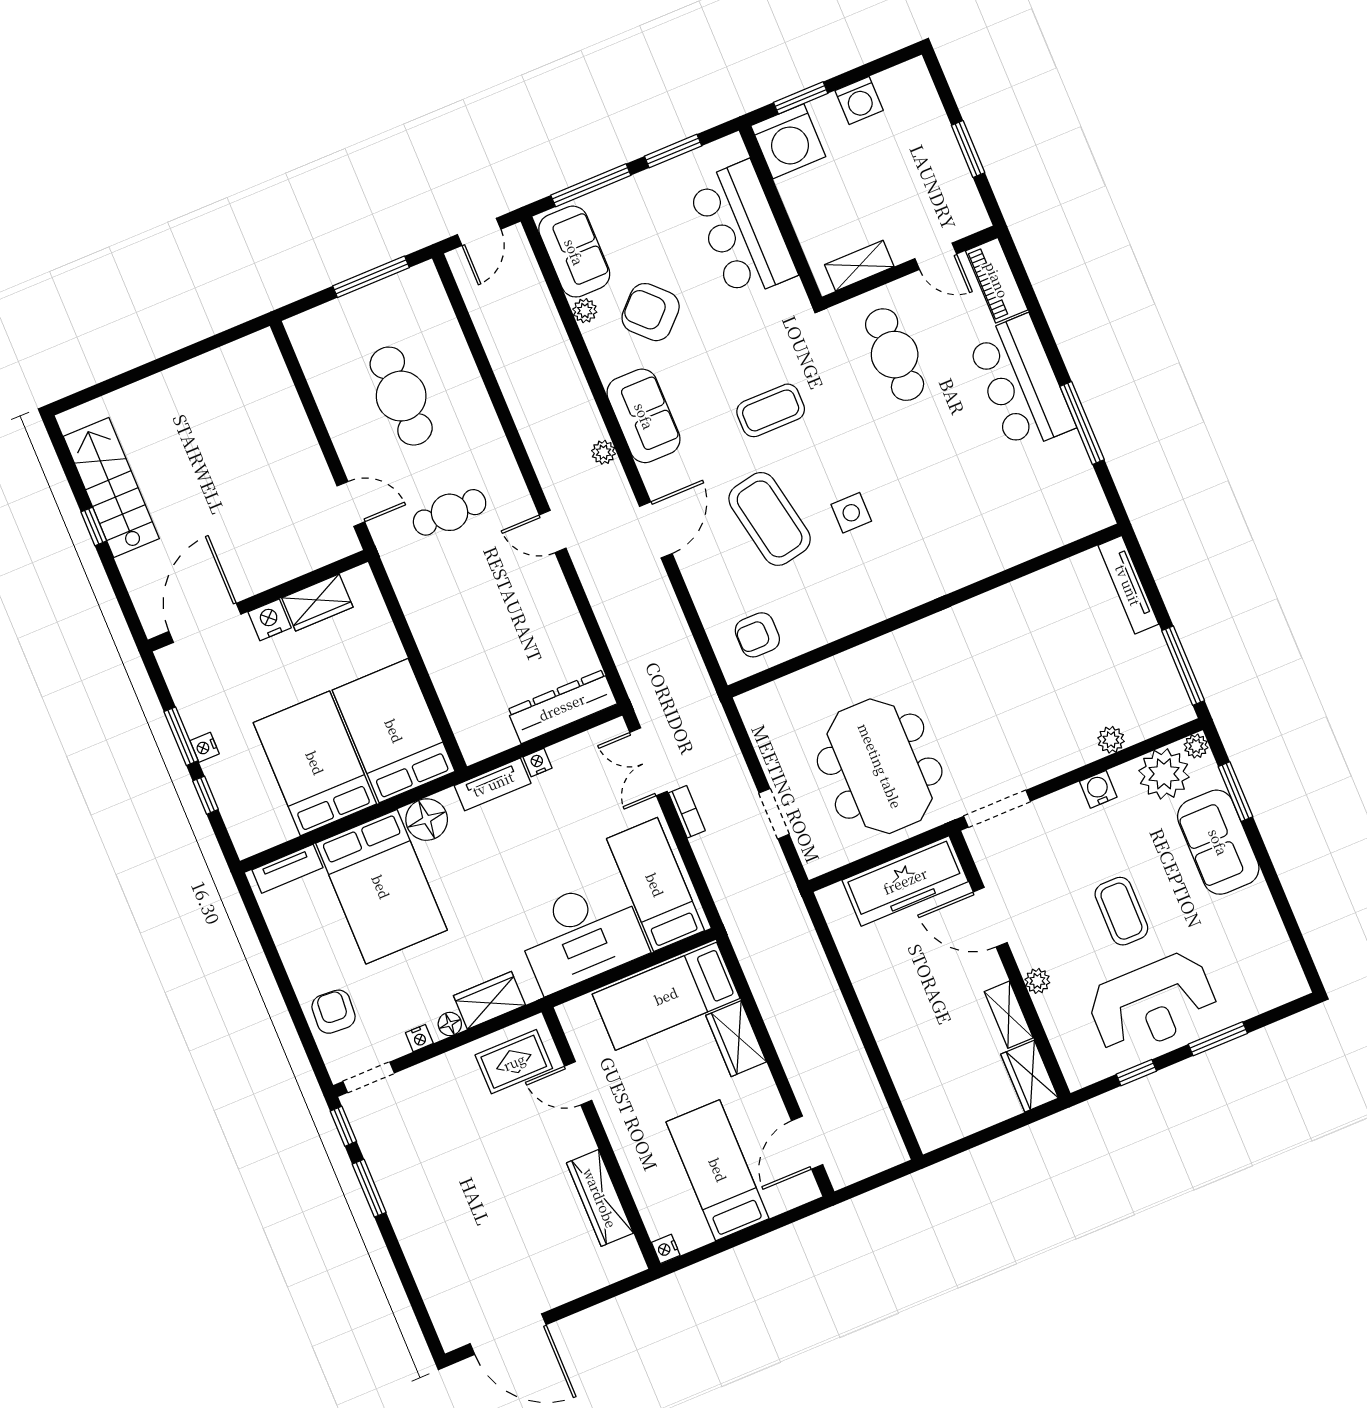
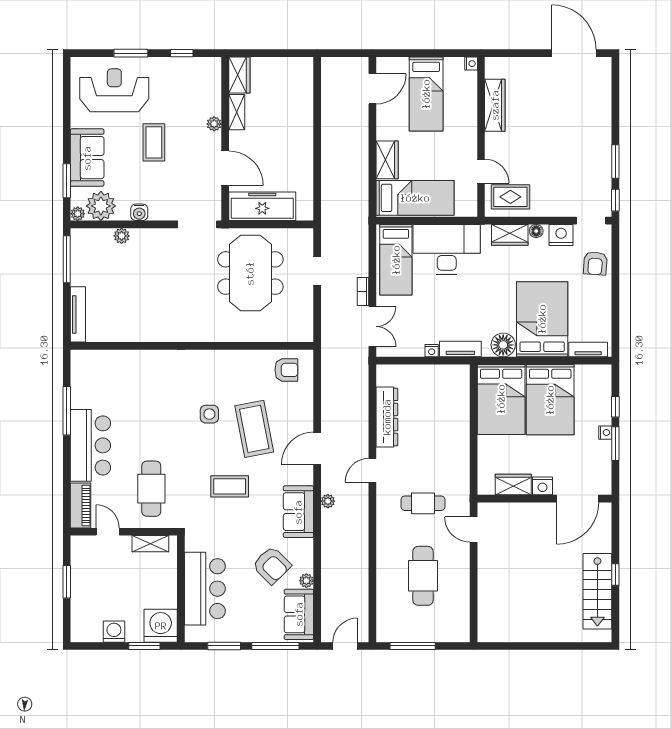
door: (553, 531) -> (372, 470), swing flipped
dresser: (562, 707) -> (387, 417), moved, turned -90
reception desk: (1152, 1004) -> (114, 90), moved
nightstand: (419, 1038) -> (561, 235), width x1.89, depth x1.79

